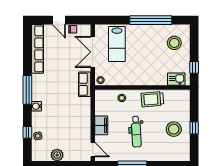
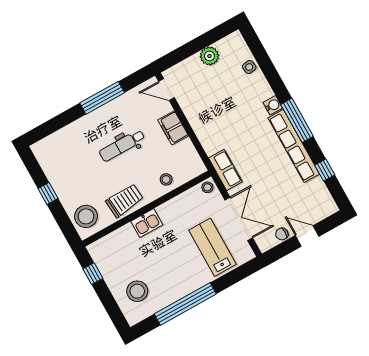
row of seats: (38, 49) -> (294, 146), moved
kitchen sink: (176, 79) -> (147, 223), moved
stool: (174, 129) -> (86, 216), moved
window: (27, 132) -> (325, 170), moved
dental chair: (136, 132) -> (122, 146), turned -87

